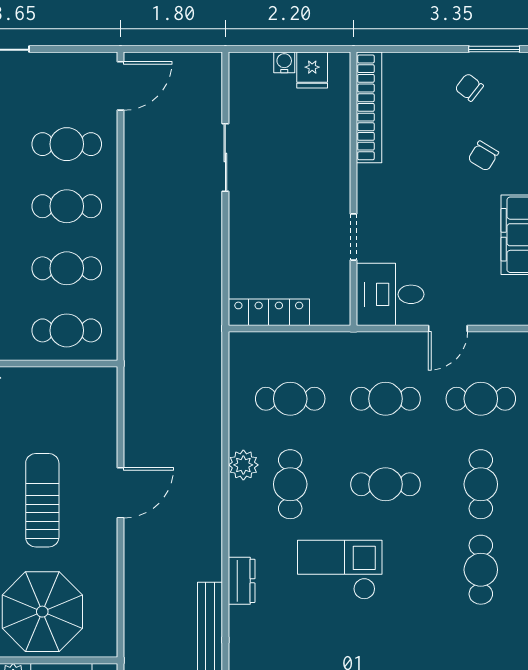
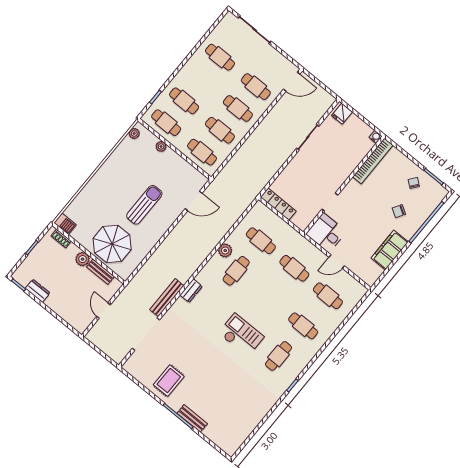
water cooler: (284, 62) -> (376, 137), moved
fridge: (312, 70) -> (342, 114), moved
cafe table: (385, 484) -> (270, 298), removed
cafe table: (481, 484) -> (303, 326), turned 90
door: (121, 493) -> (194, 201), moved
checkout: (340, 570) -> (241, 335), moved

